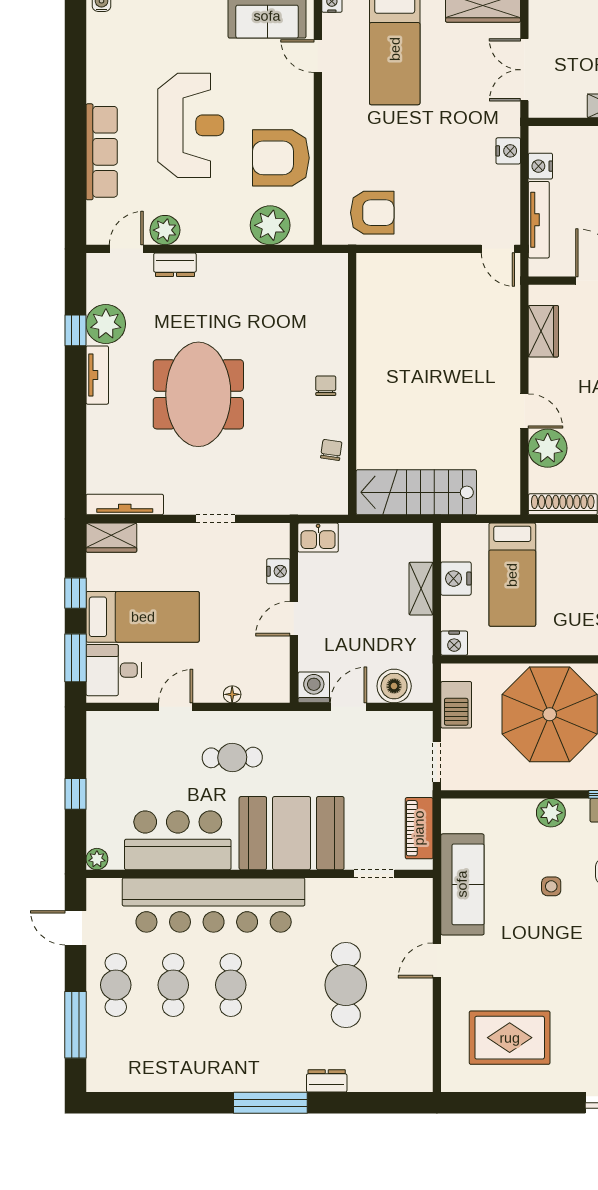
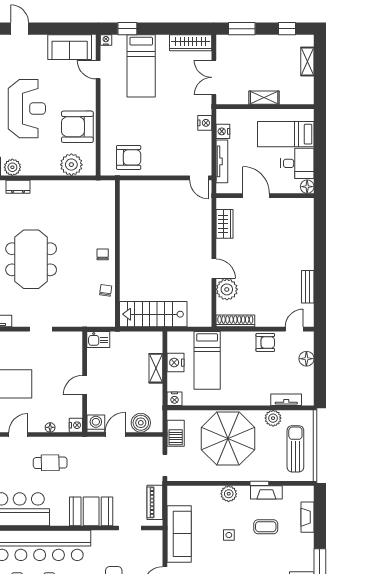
nightstand: (278, 571) -> (76, 425), moved
booth: (292, 833) -> (91, 511), width x0.73, depth x0.70

